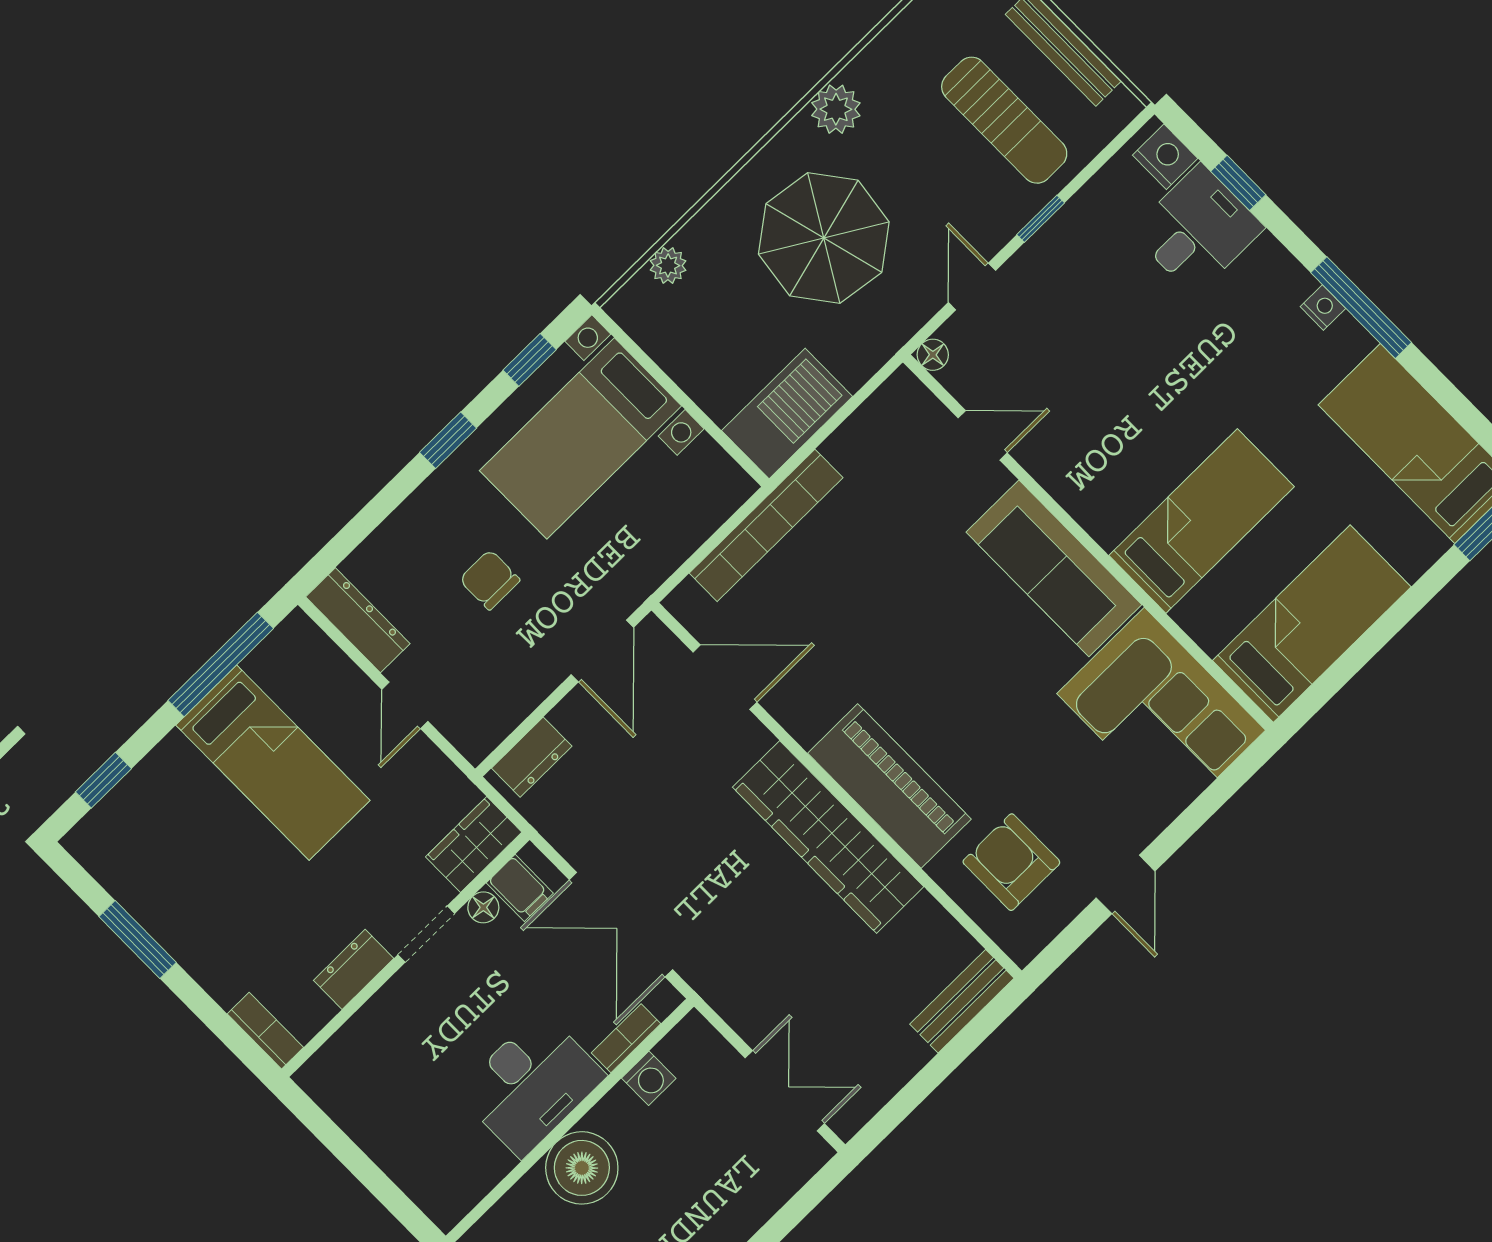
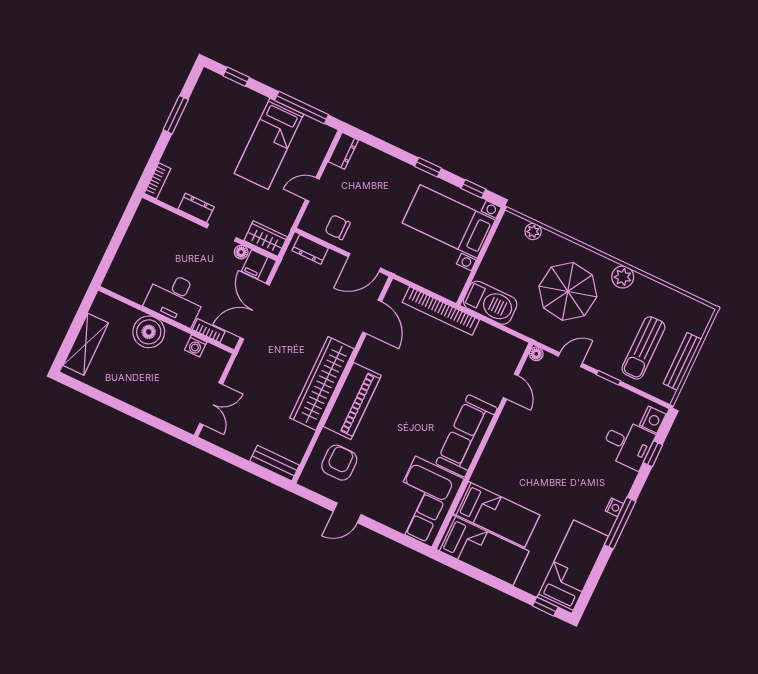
bed: (1202, 521) -> (497, 514), moved
chair: (490, 580) -> (338, 227), moved, turned -90
dresser: (358, 620) -> (343, 151), width x0.70

